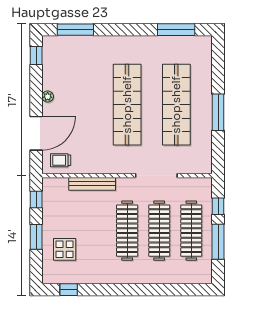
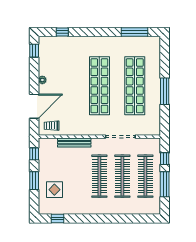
window: (75, 30) -> (62, 32), width x0.46

